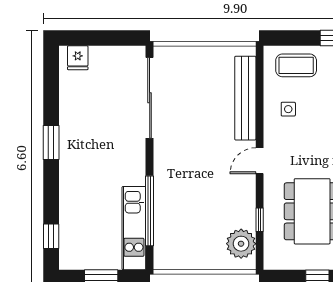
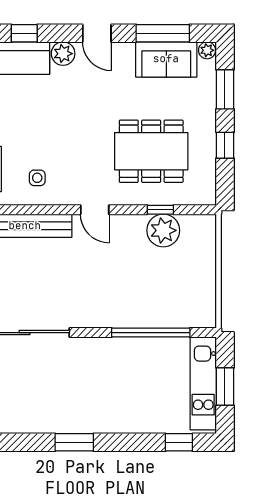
kitchen unit: (134, 228) -> (203, 383), moved, turned 90
plant: (241, 244) -> (163, 230), moved

